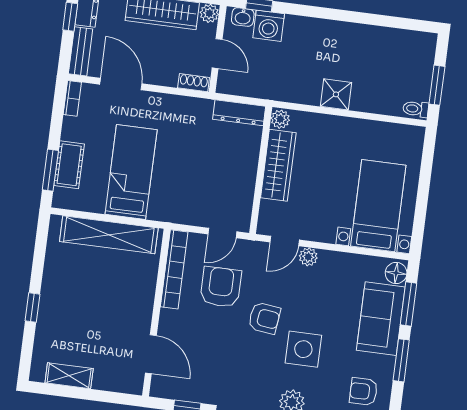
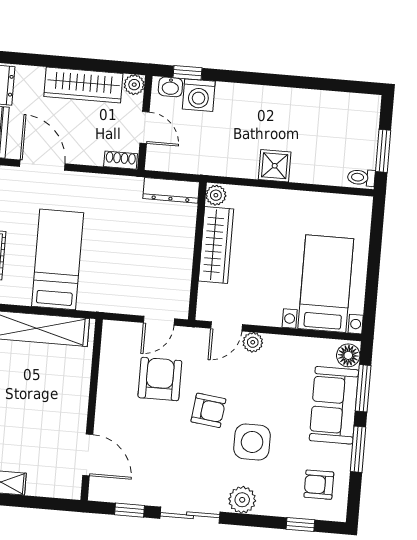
bookcase: (174, 269) -> (109, 362), removed

